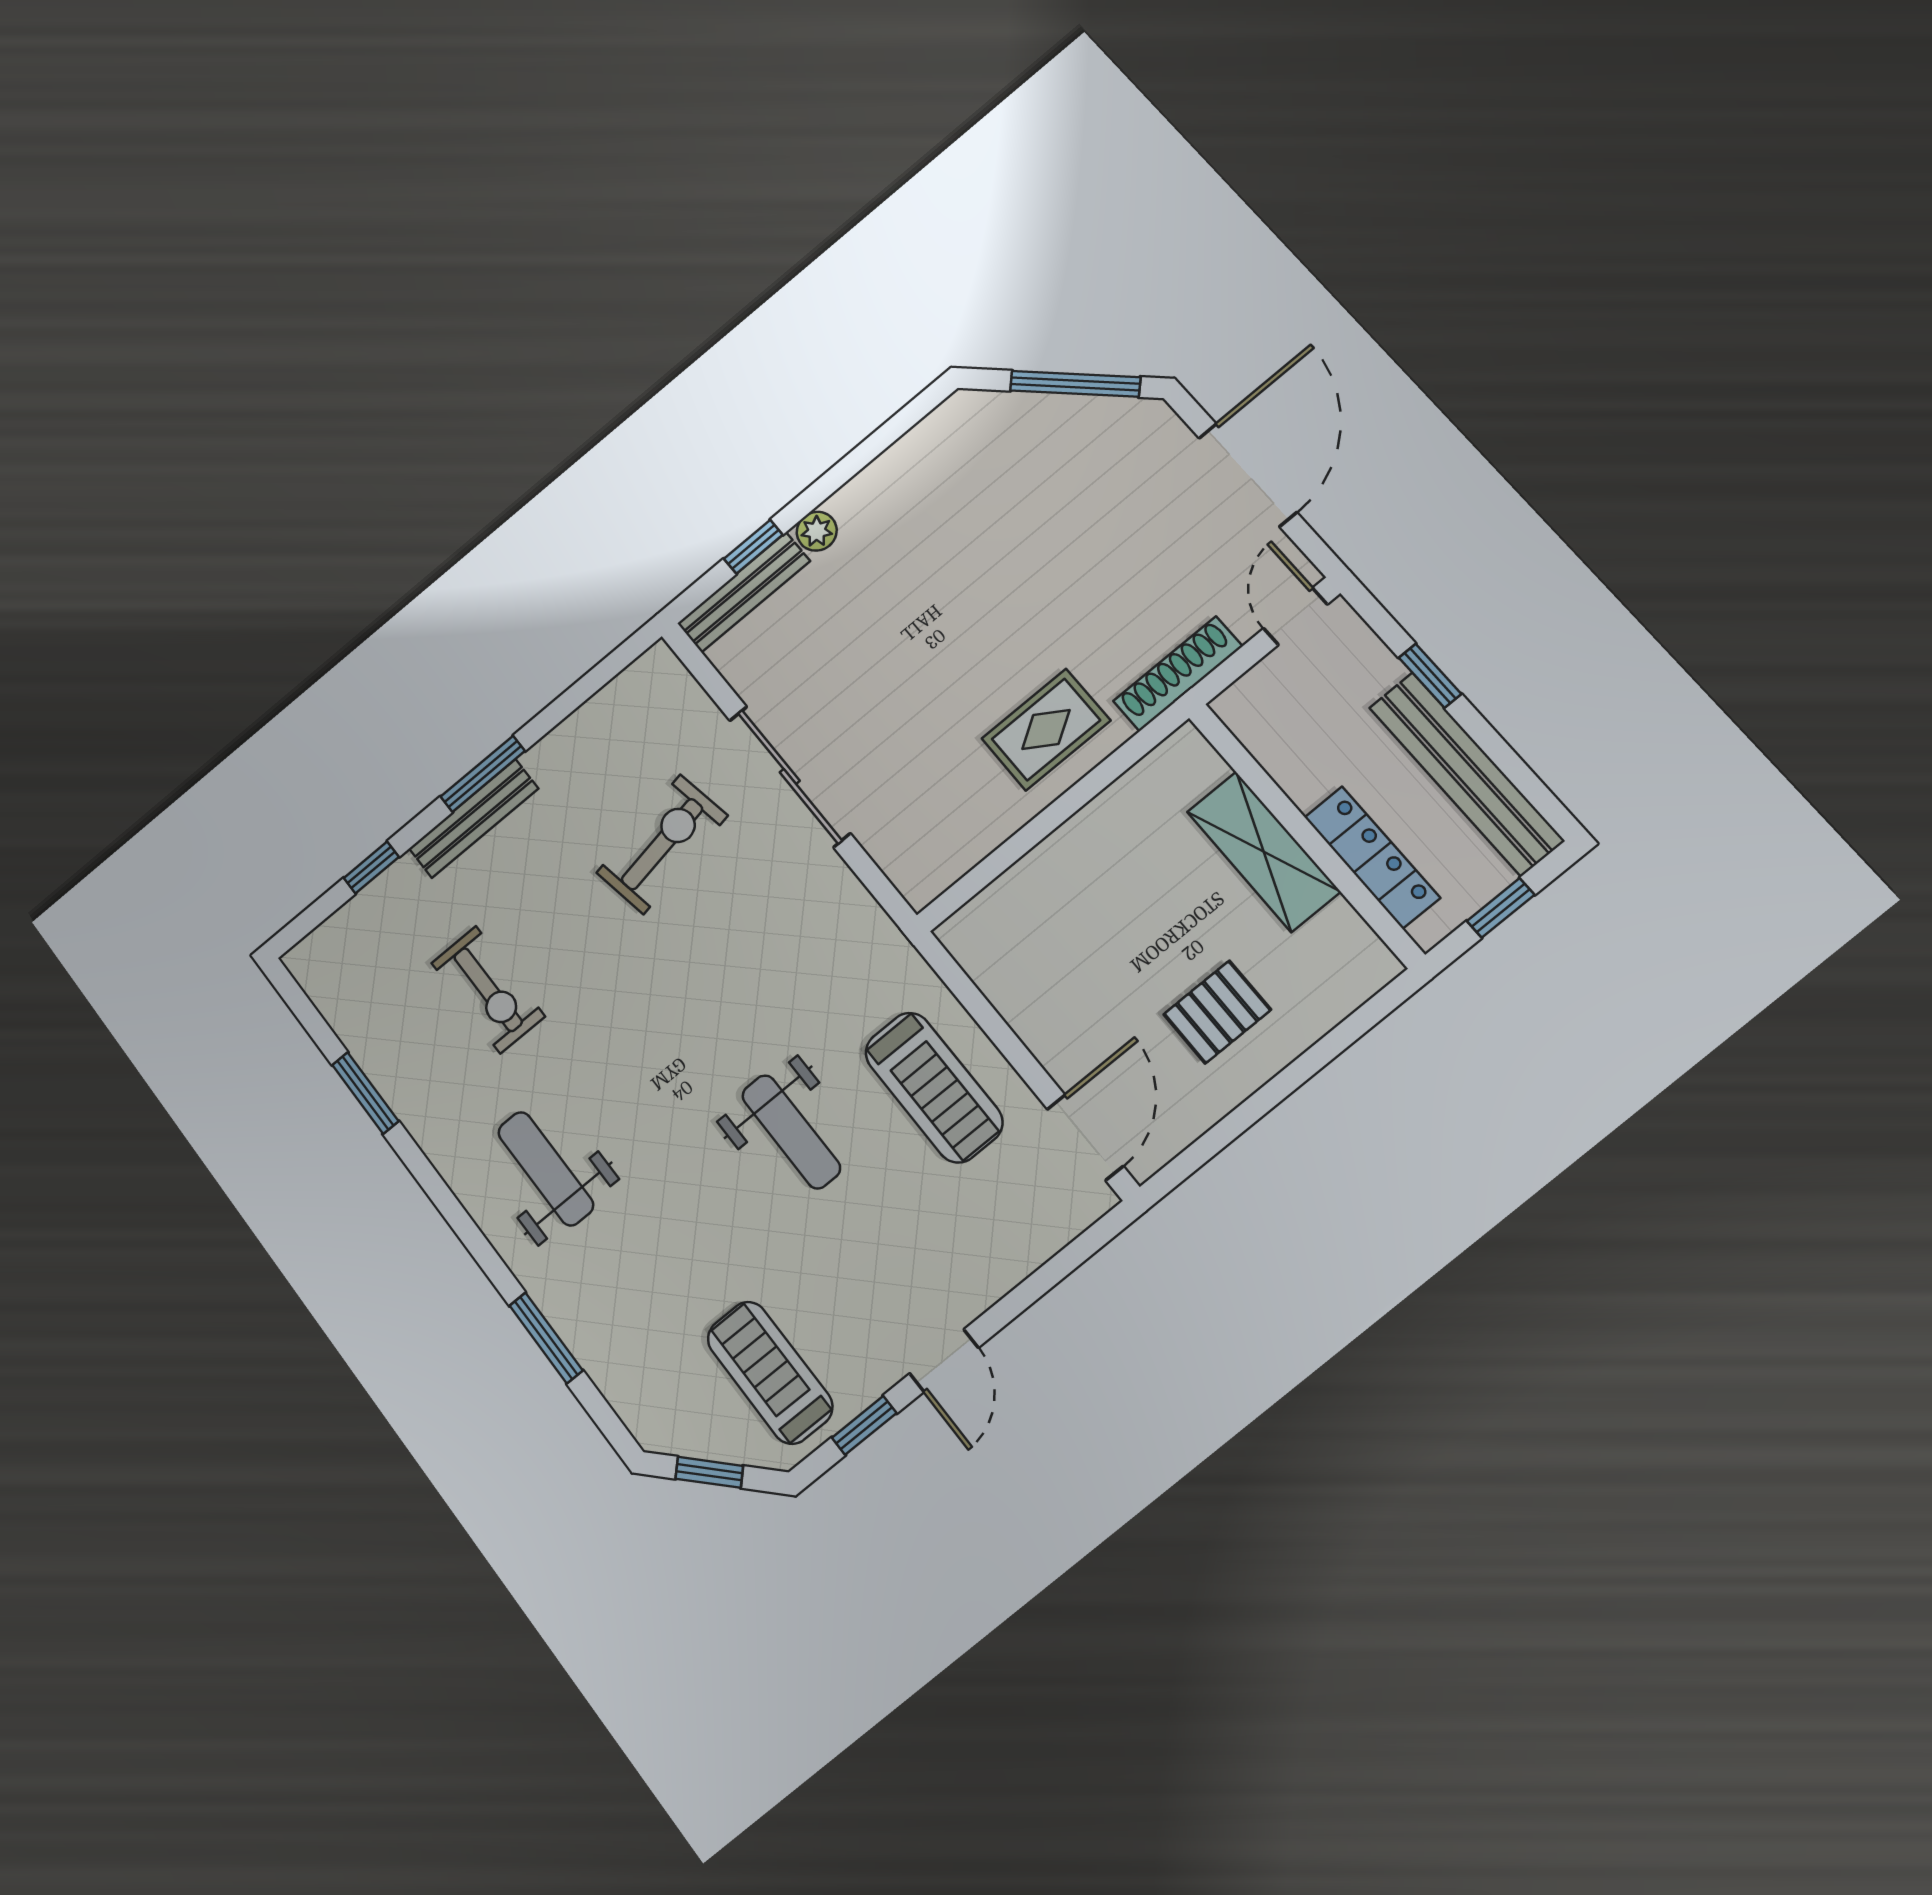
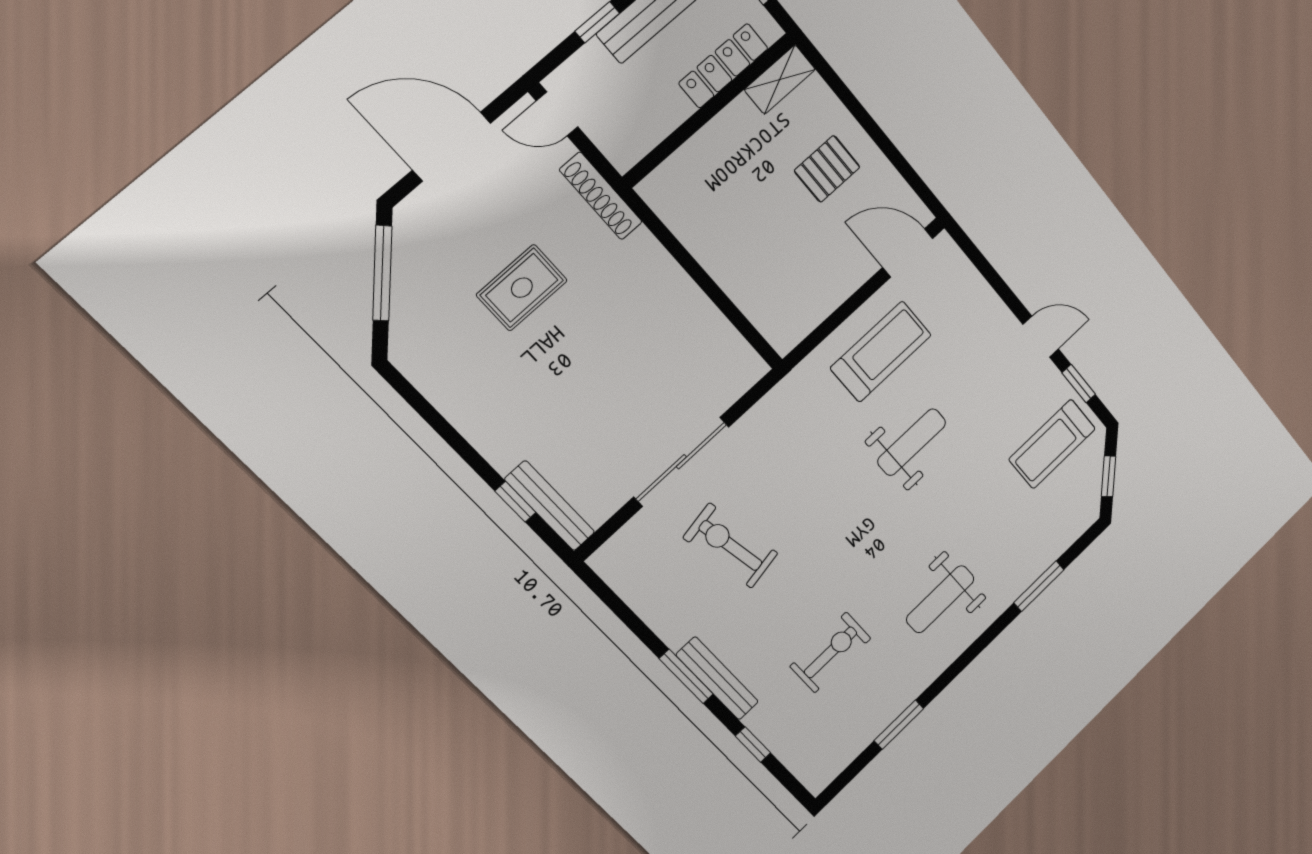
plant: (817, 531) -> (502, 457), removed
rug: (1046, 730) -> (522, 288), moved, turned 90
shelving: (1264, 852) -> (780, 80), moved, width x0.67, depth x0.75
pallet: (1217, 1012) -> (827, 169), turned 90

